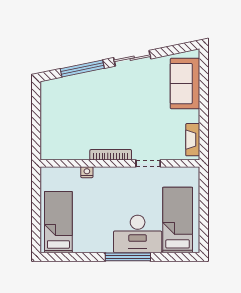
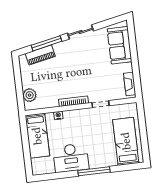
piano: (72, 84) -> (40, 55), added
plant: (50, 139) -> (30, 95), added
bed: (58, 222) -> (37, 136), moved, turned 180
desk: (138, 234) -> (71, 158), moved

